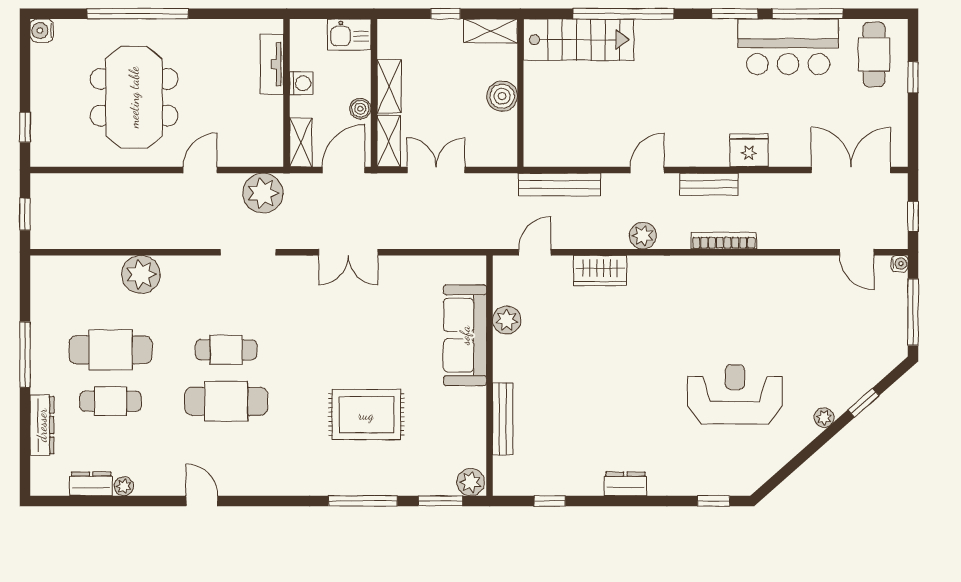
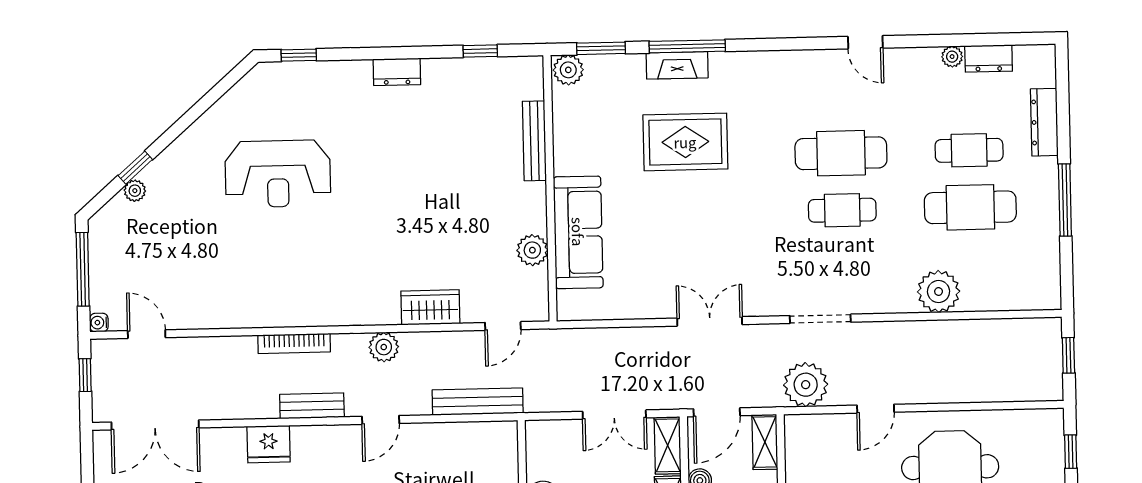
plant: (824, 418) -> (135, 191), moved
fireplace: (372, 484) -> (677, 65), added

